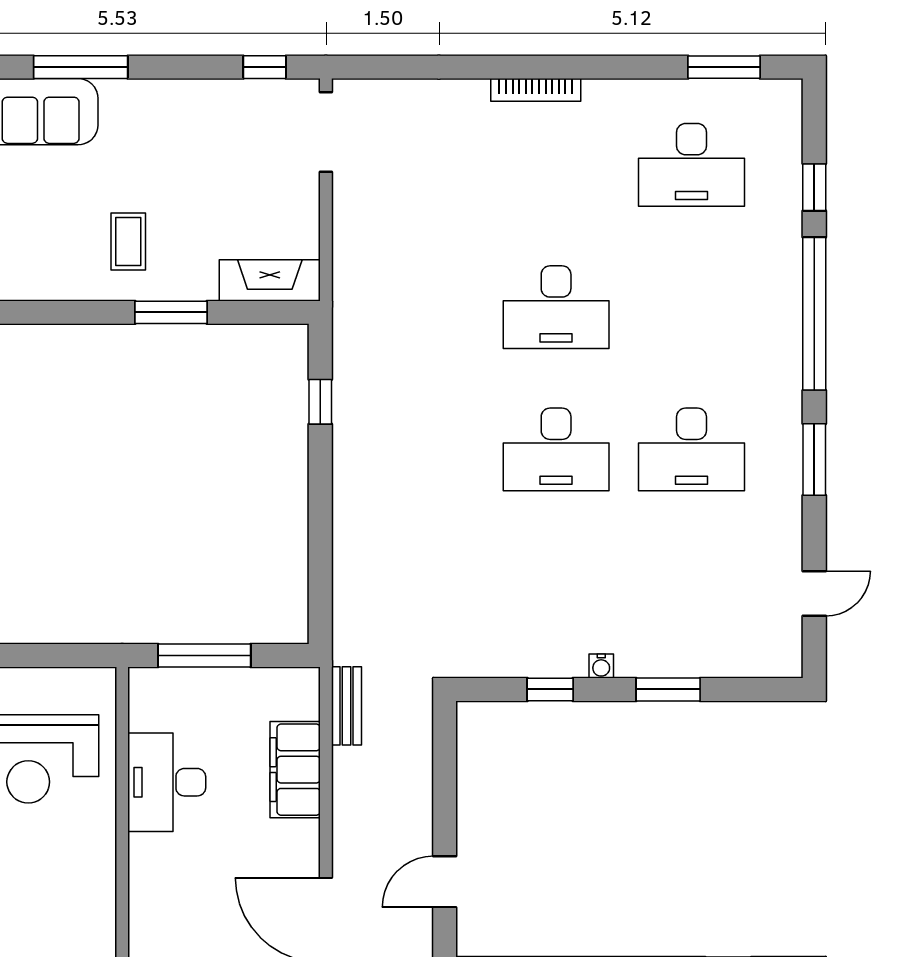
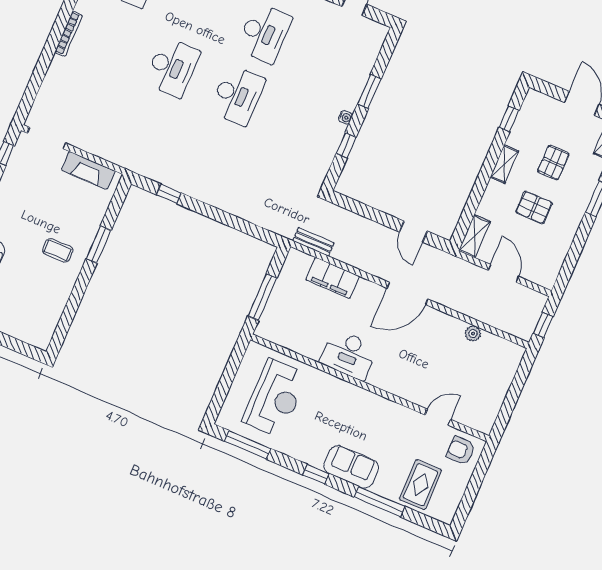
fireplace: (270, 280) -> (88, 170), moved, turned -90
desk: (167, 782) -> (349, 355), moved

